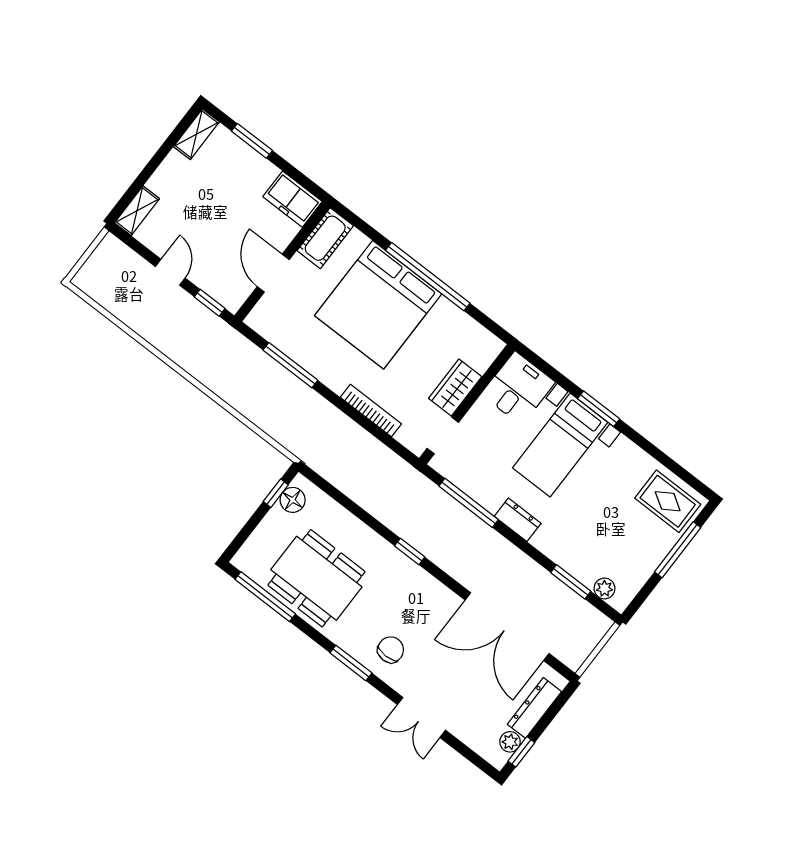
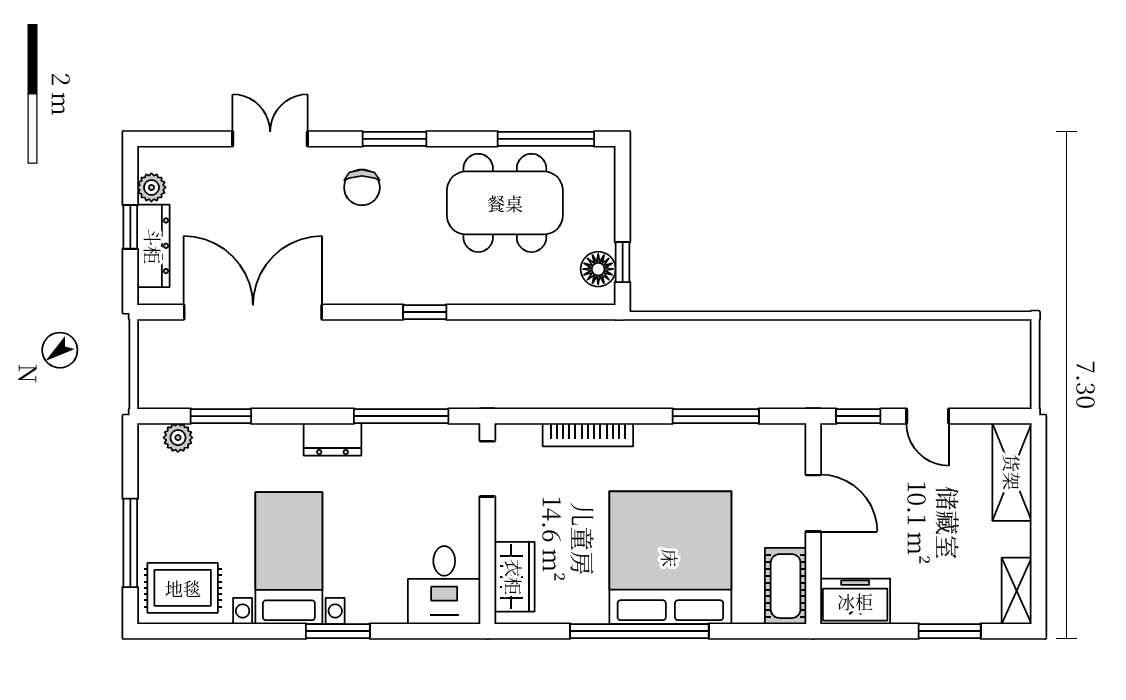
shelving: (137, 211) -> (1012, 472), width x1.50, depth x1.33
wardrobe: (455, 388) -> (514, 577), moved
bed with nightstands: (560, 445) -> (289, 558), moved
window: (521, 752) -> (130, 227), moved

